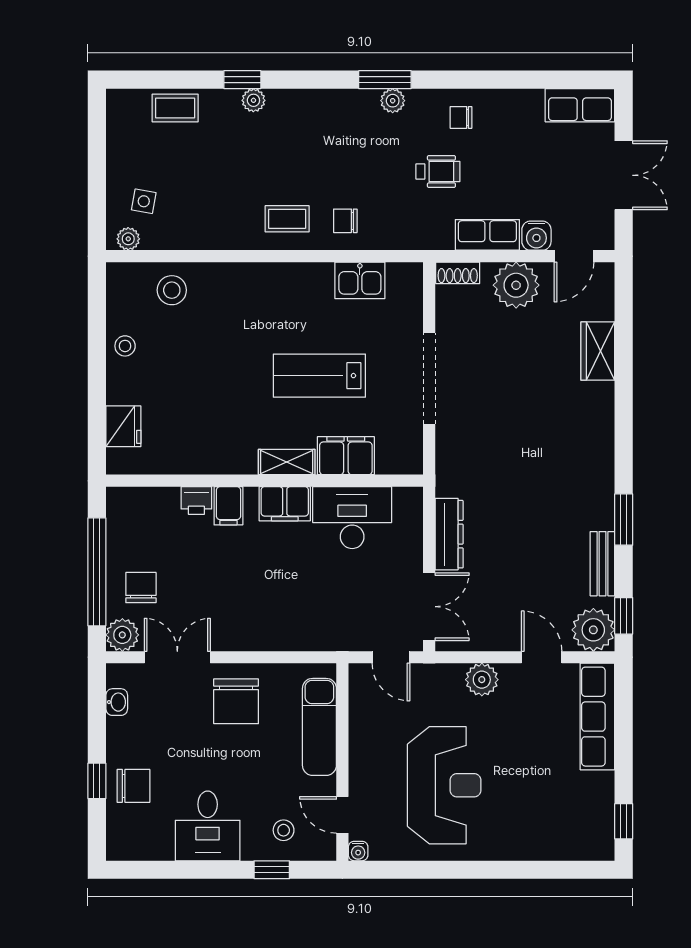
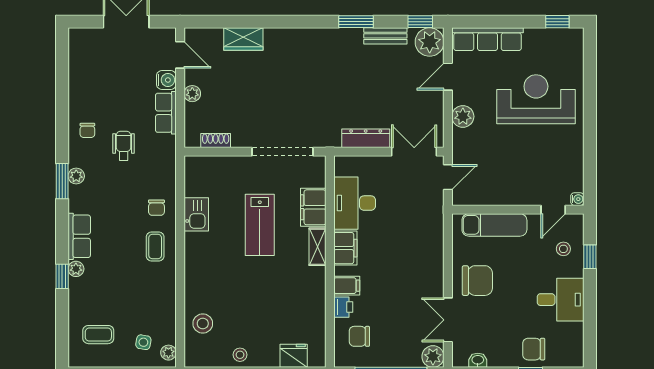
row of seats: (580, 105) -> (79, 236), moved
coffee table: (175, 108) -> (98, 335), moved, turned 90
shoe rack: (458, 273) -> (216, 140), moved, turned -90
kitchen sink: (360, 280) -> (196, 214), moved
plant: (516, 285) -> (192, 94), width x0.53, depth x0.53
doorway: (429, 378) -> (282, 152), moved
chair: (141, 588) -> (359, 336), moved
reception desk: (444, 785) -> (536, 99), moved
chair: (133, 786) -> (534, 349), turned -90

